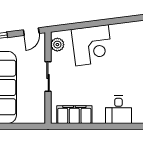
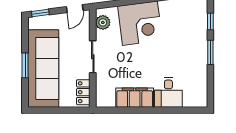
locker: (39, 110) -> (83, 92), added
filing cabinet: (74, 115) -> (135, 98), moved

